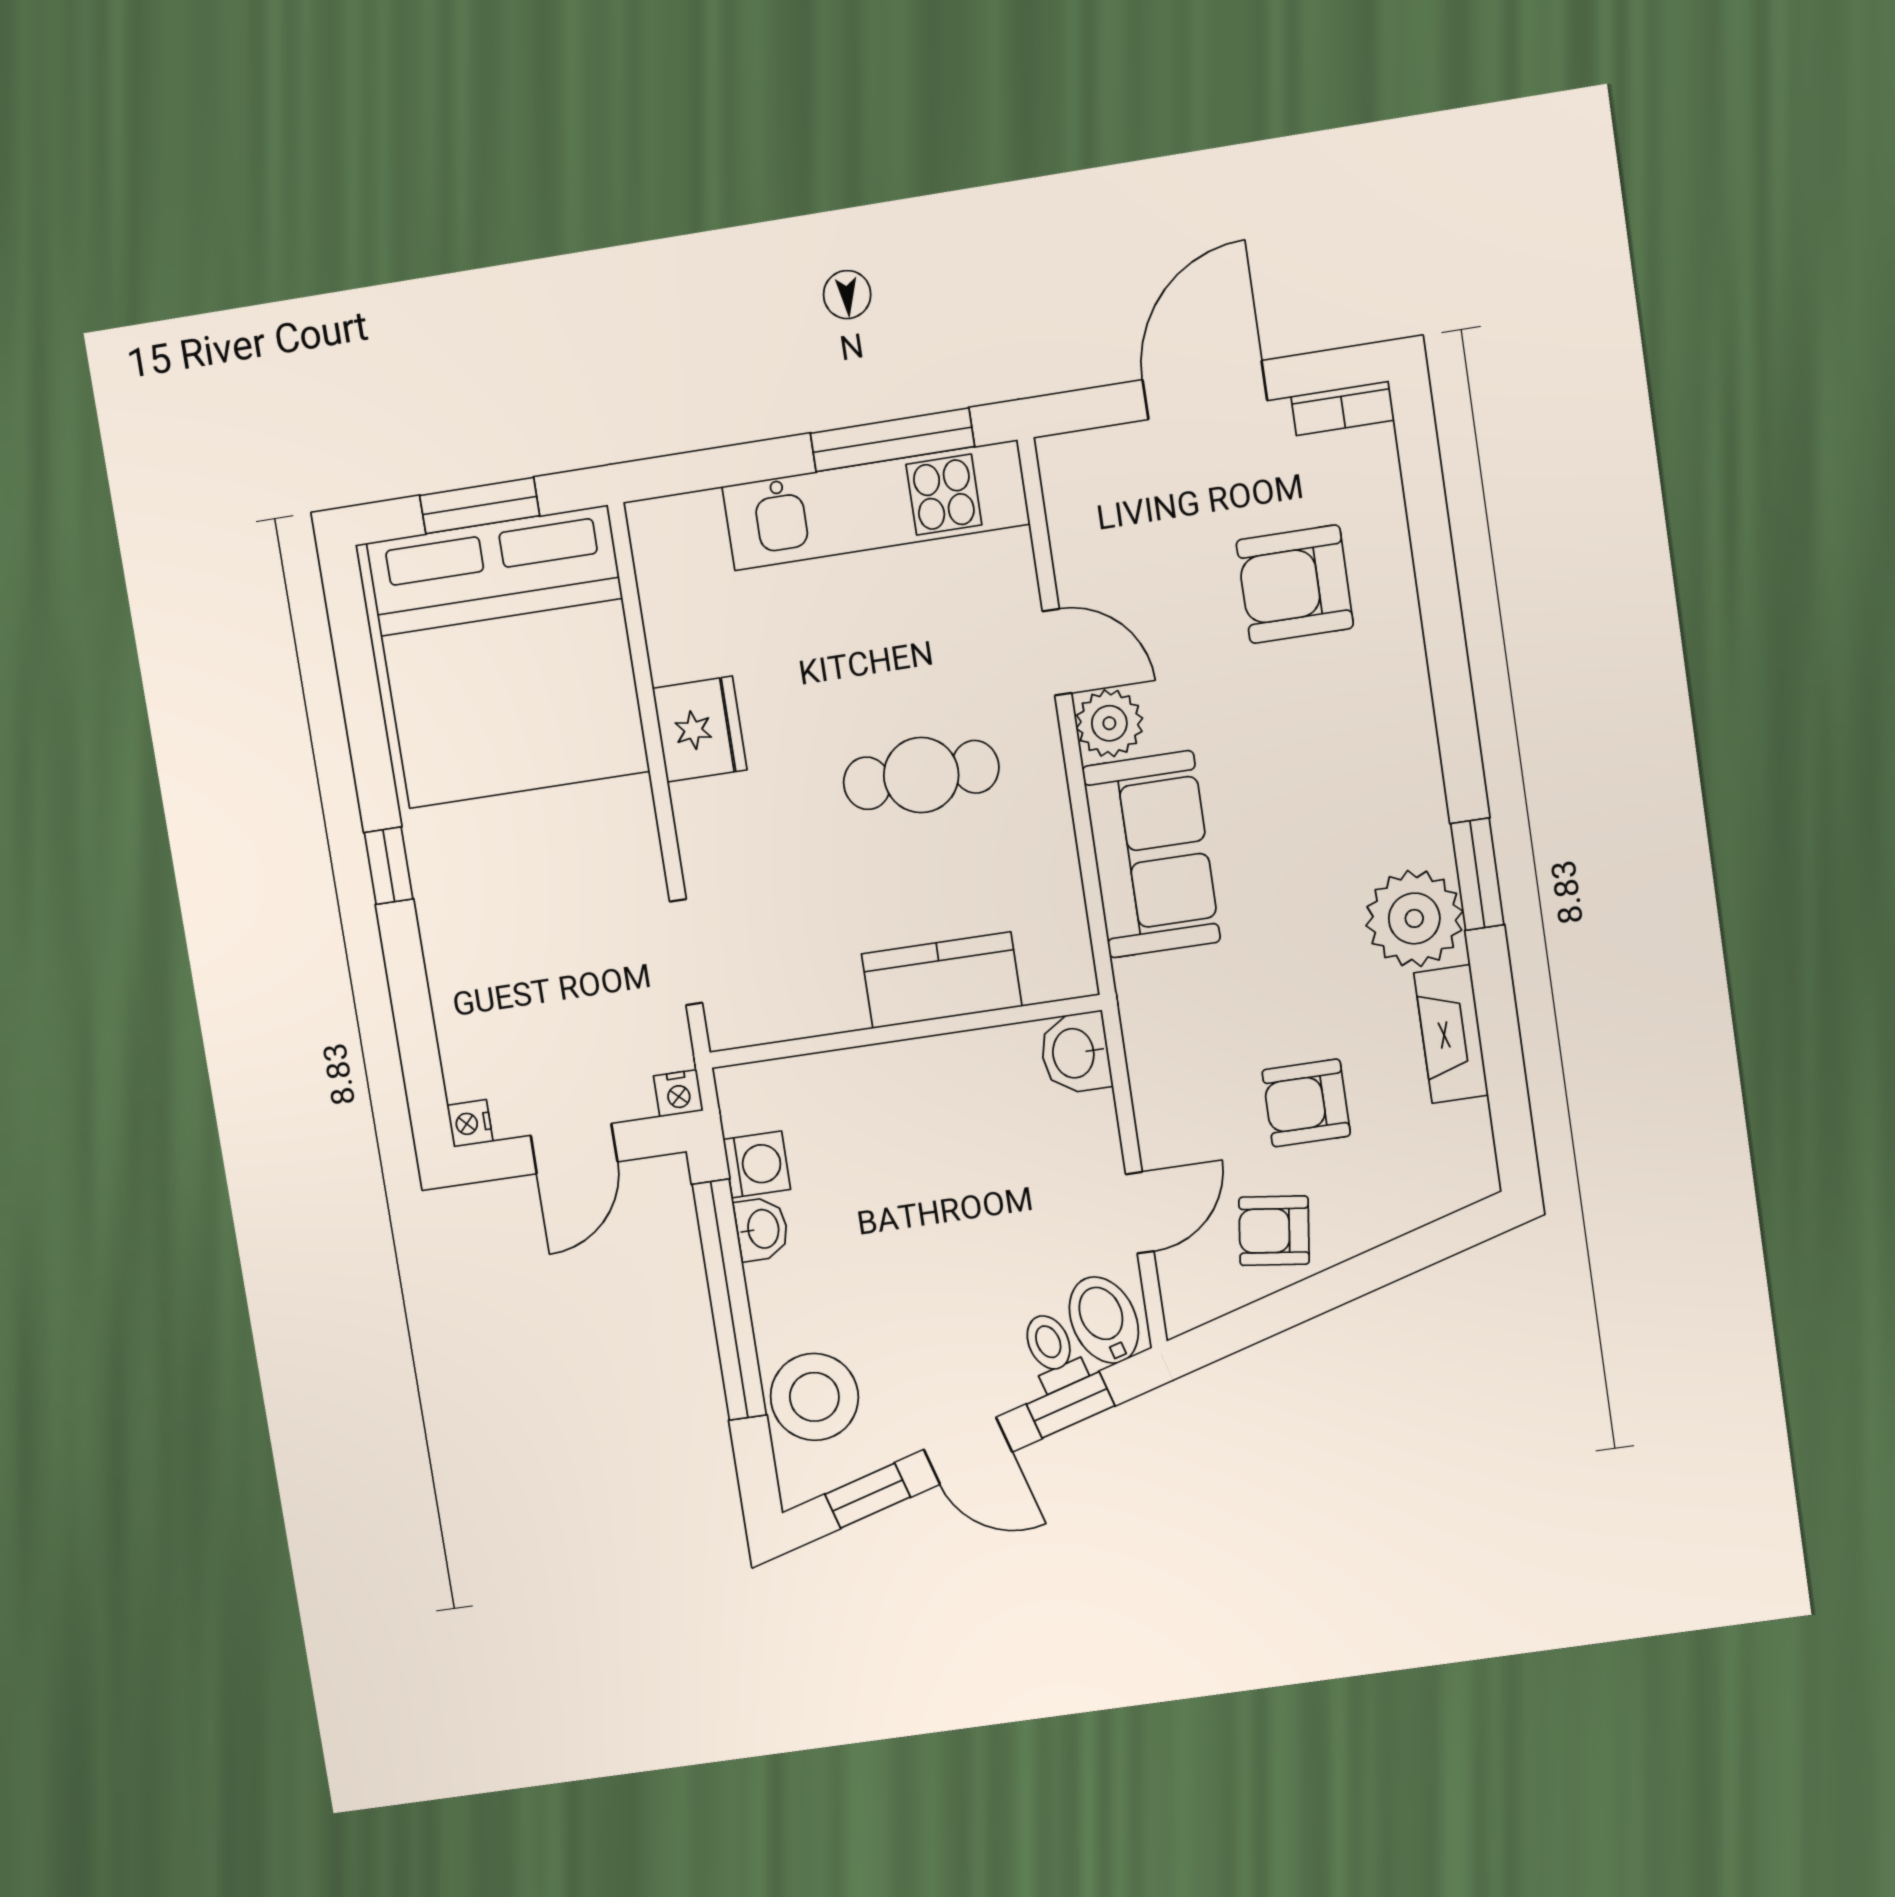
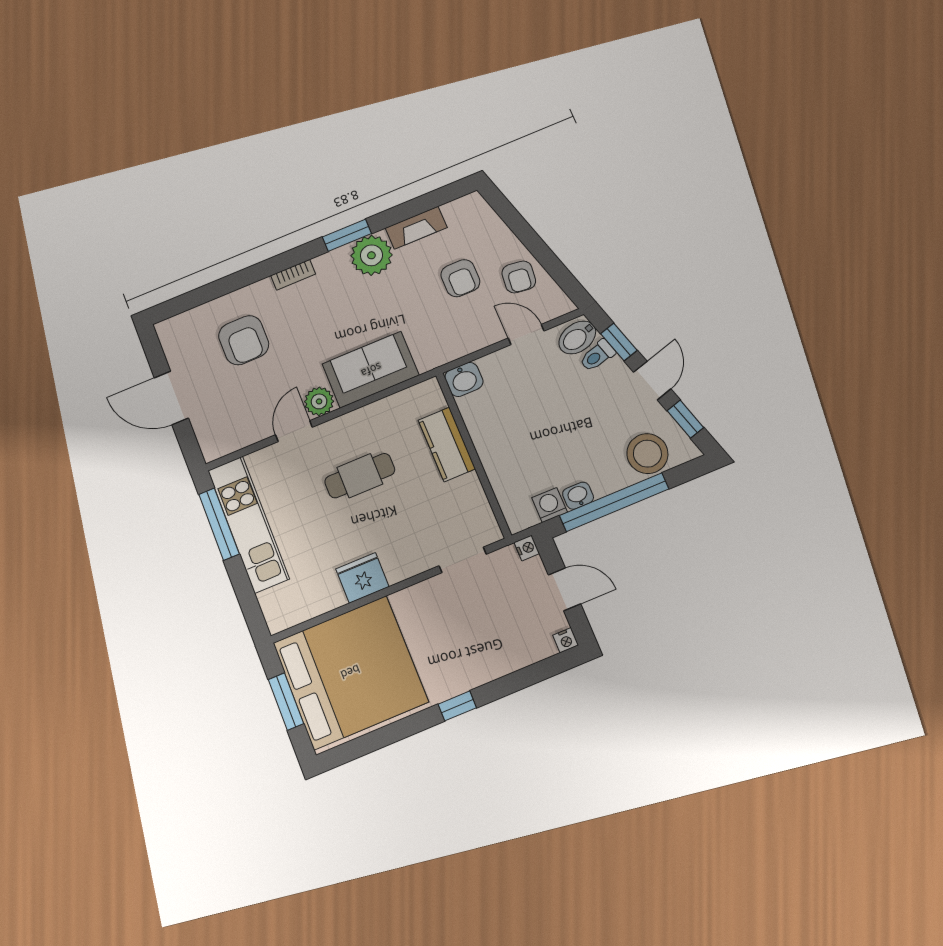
bookcase: (1343, 408) -> (293, 275), moved, turned 90
cafe table: (921, 775) -> (360, 476), turned 90

